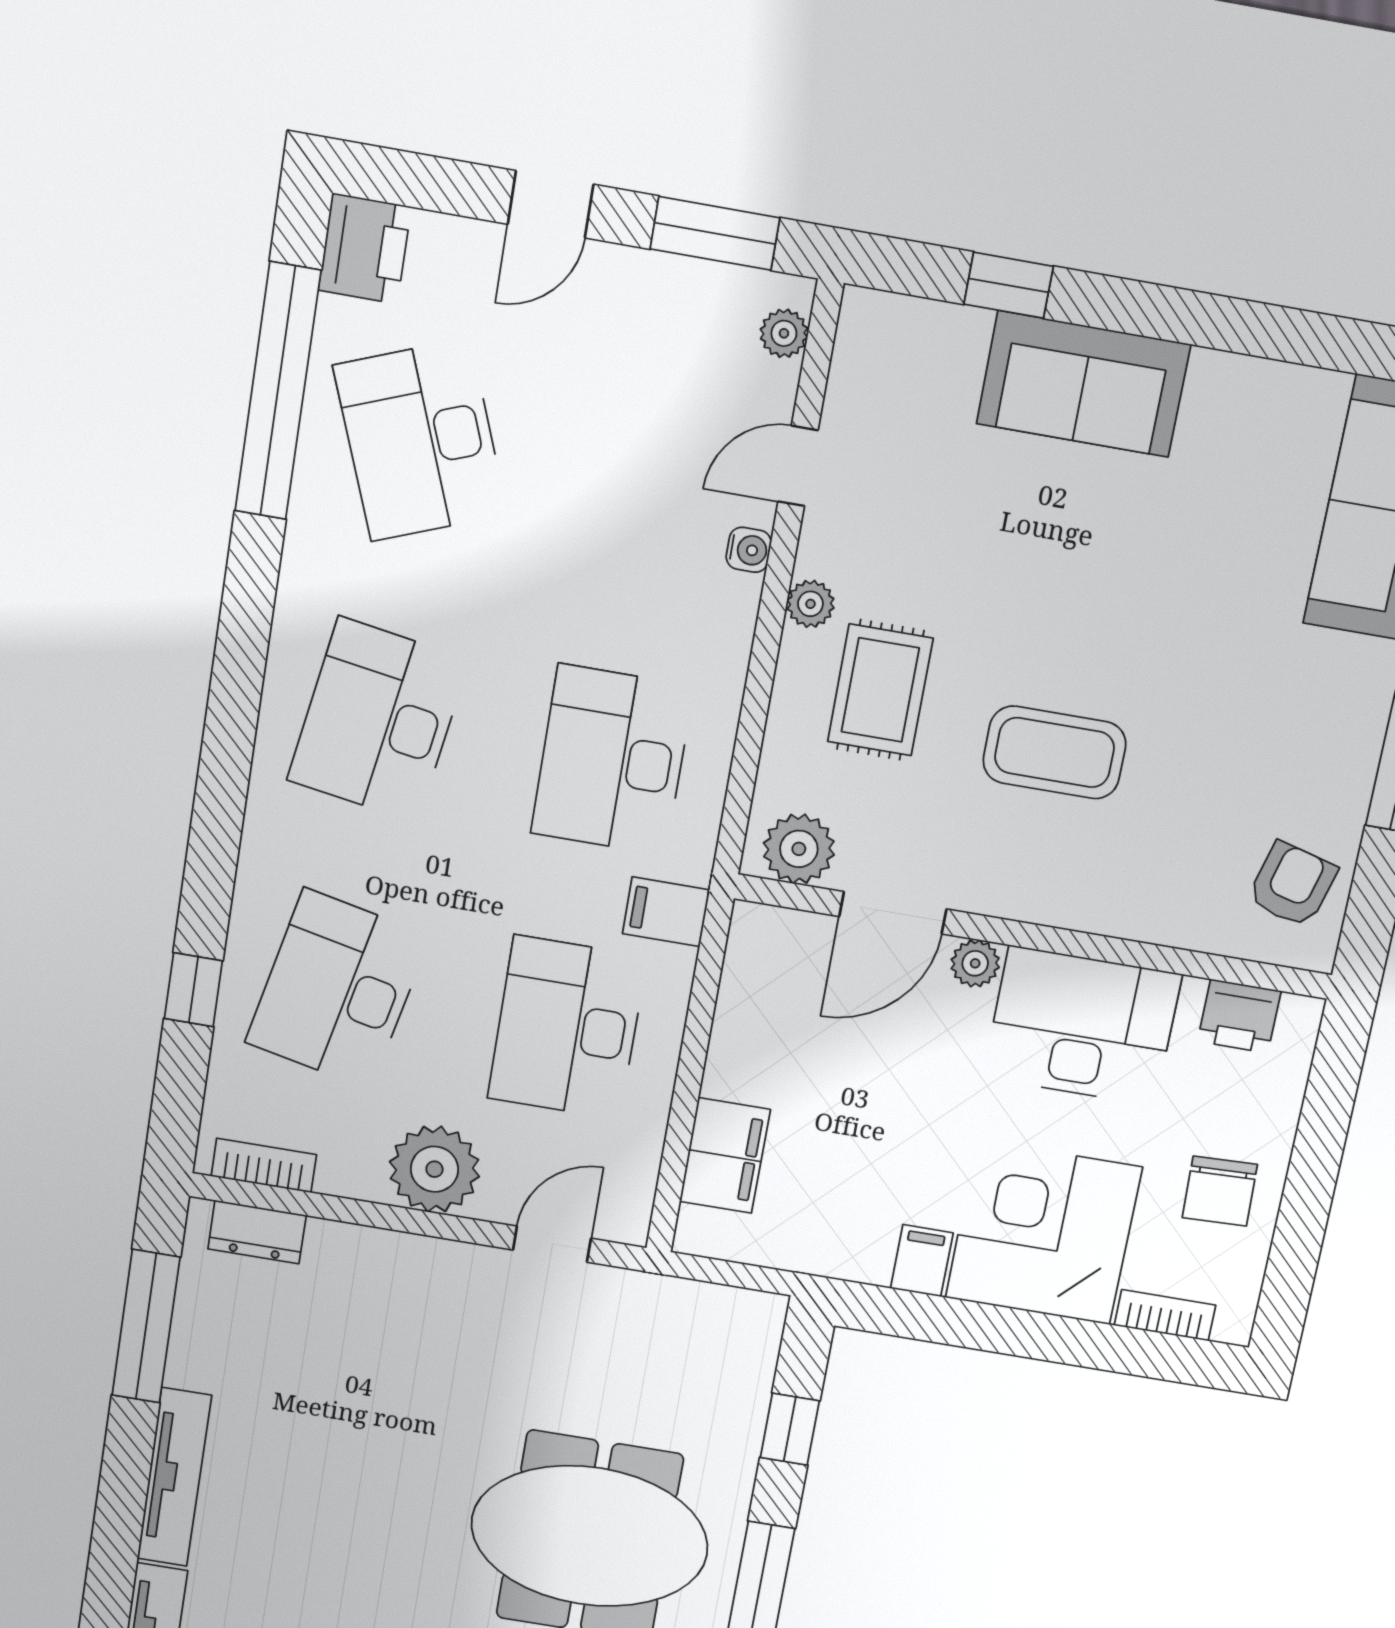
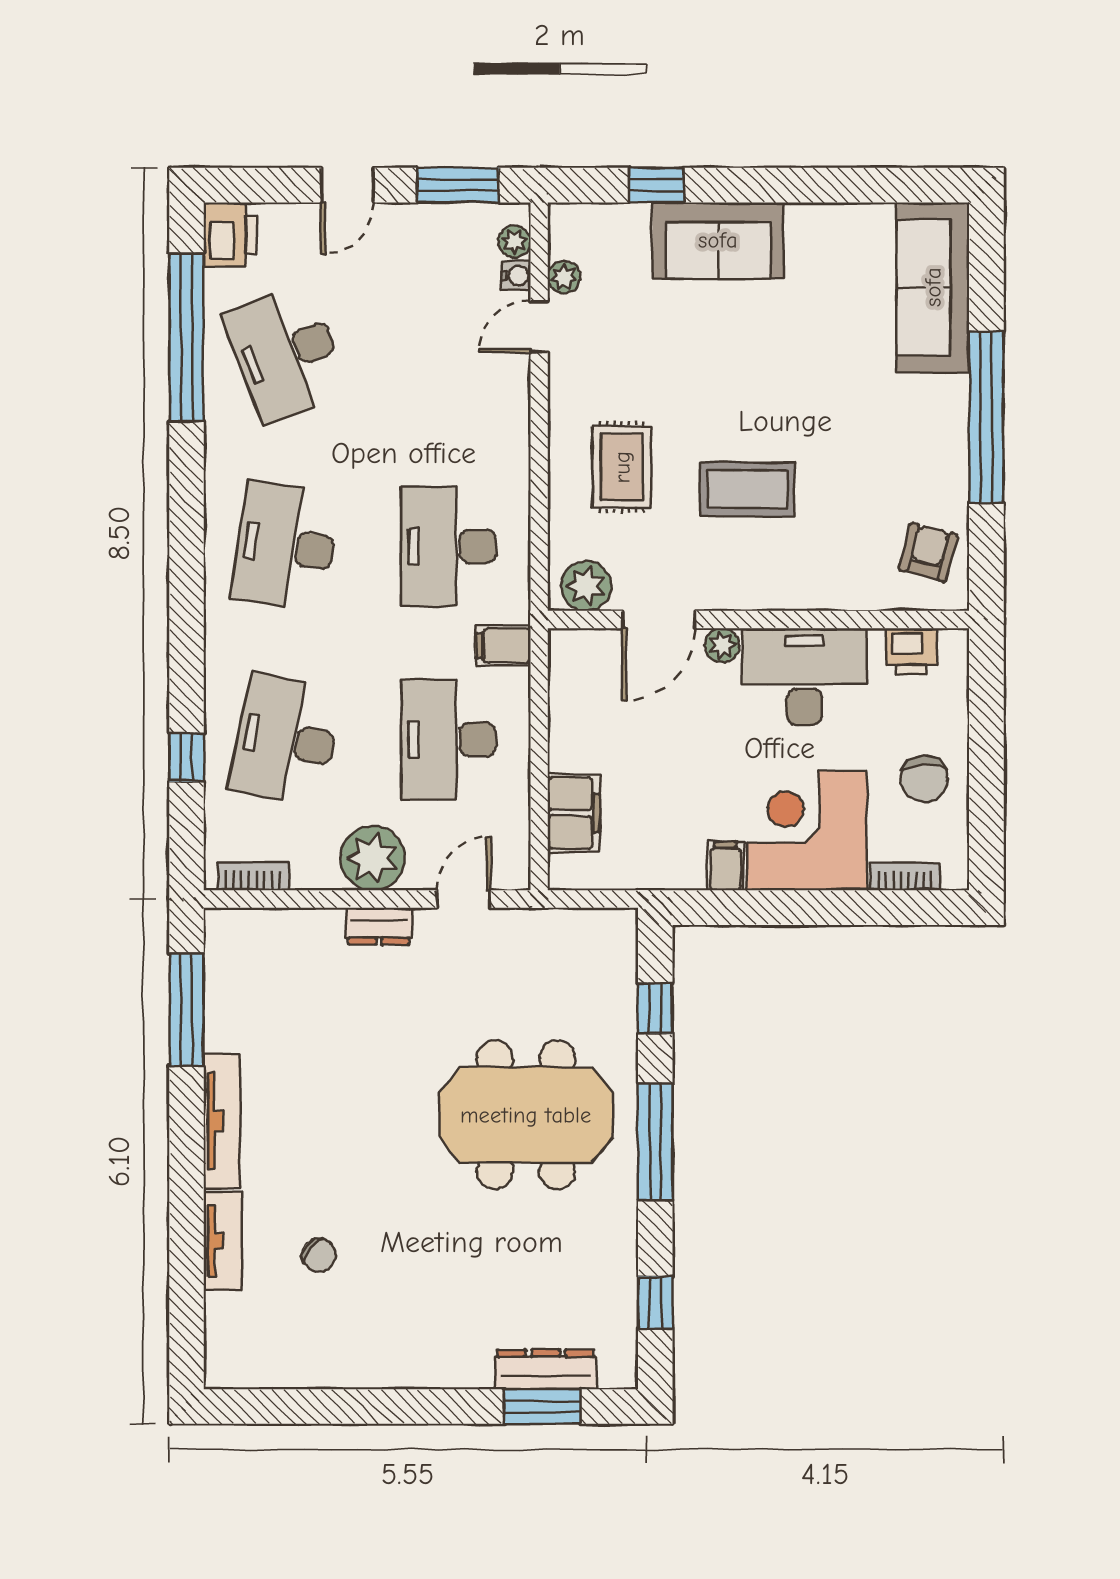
water cooler: (749, 550) -> (516, 275), moved
plant: (810, 604) -> (564, 277), moved
dresser: (257, 1232) -> (379, 926), moved

